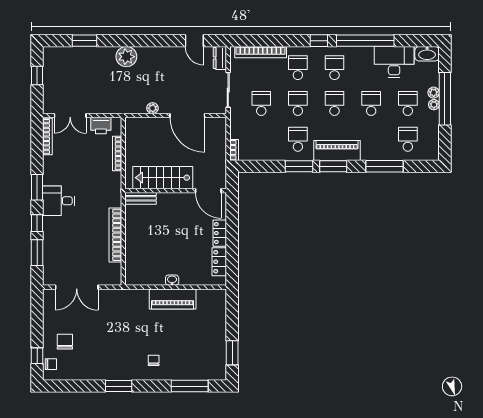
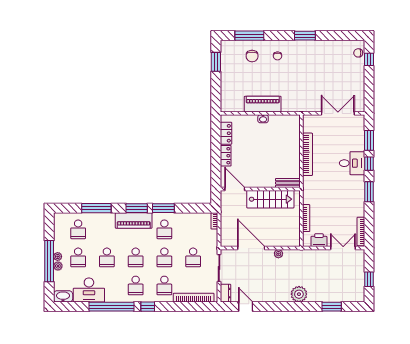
desk: (59, 201) -> (352, 163), moved
chair: (65, 342) -> (252, 56), moved

